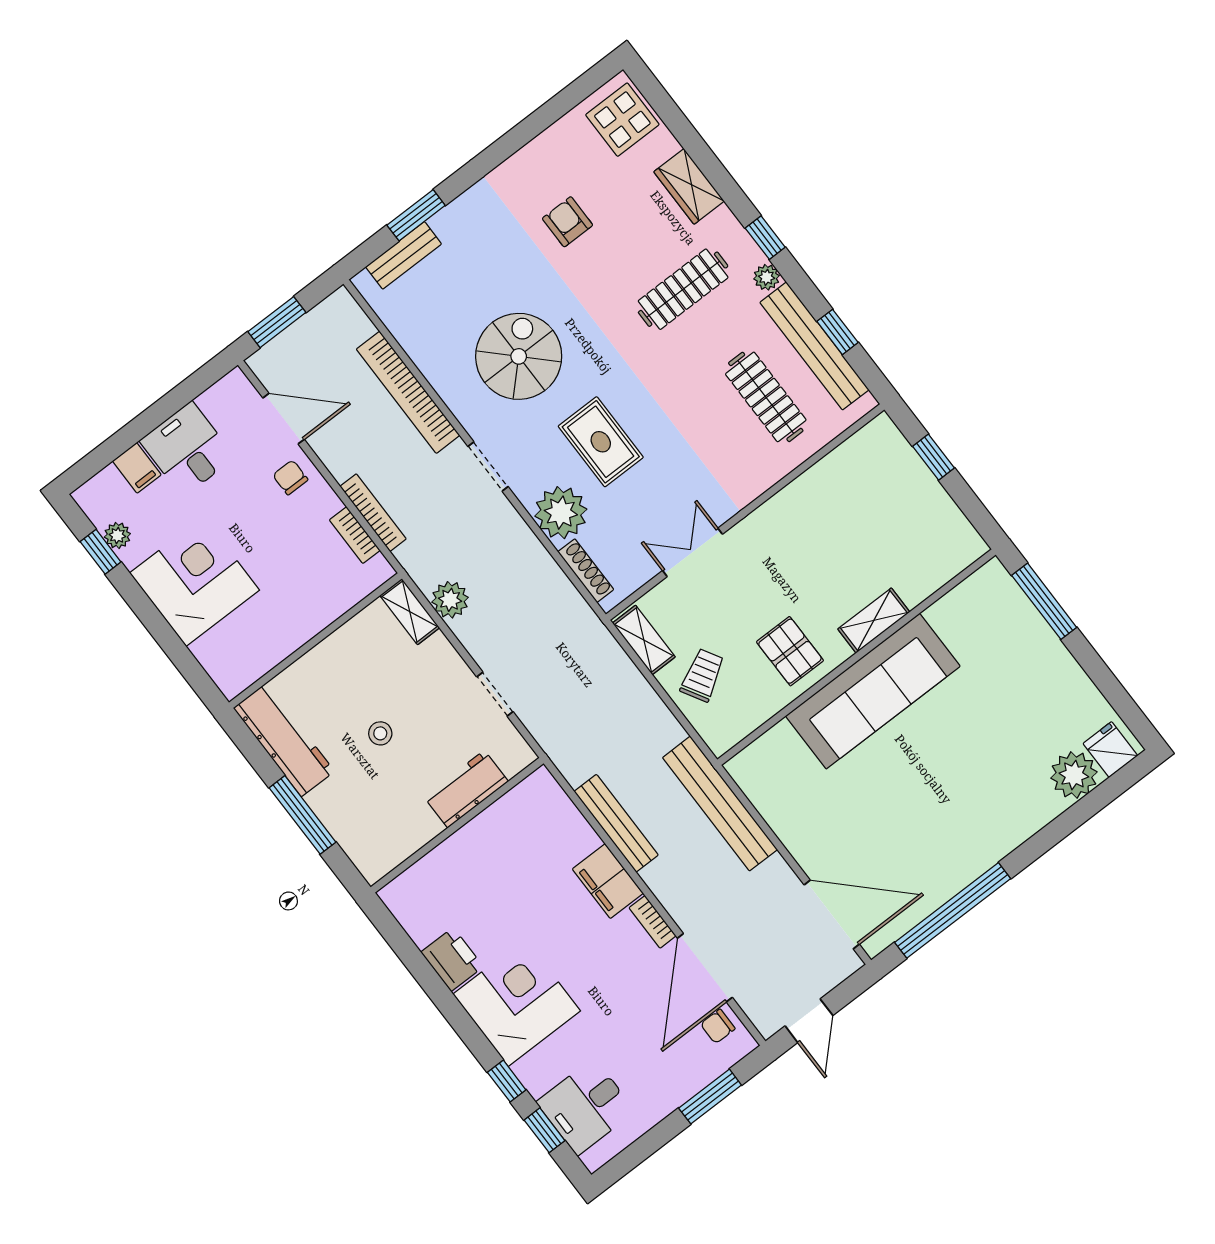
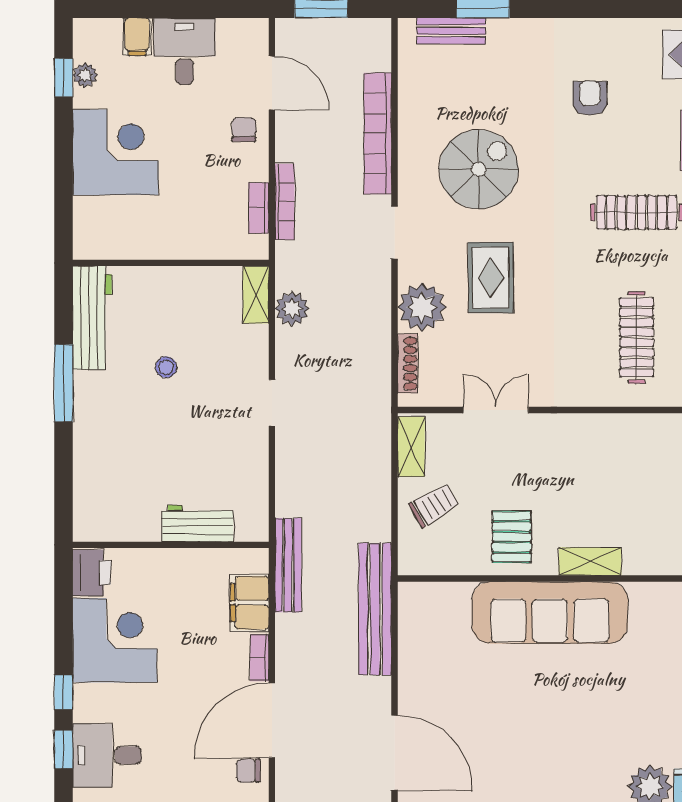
workbench: (466, 789) -> (198, 523), moved
wall: (457, 825) -> (171, 545), moved

